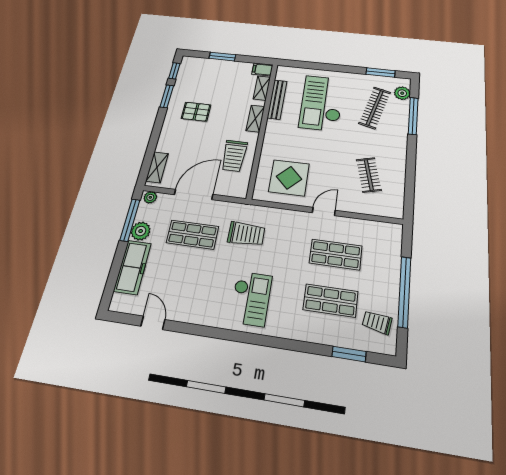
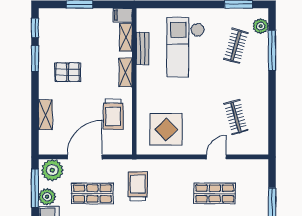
bench: (277, 99) -> (143, 48), width x0.73
clothes rail: (375, 108) -> (236, 46), width x0.73
shelving: (157, 167) -> (45, 115), moved
plant: (150, 197) -> (52, 170), width x1.88, depth x1.88
door: (324, 211) -> (216, 157), moved
trolley: (246, 234) -> (138, 186), turned -90

